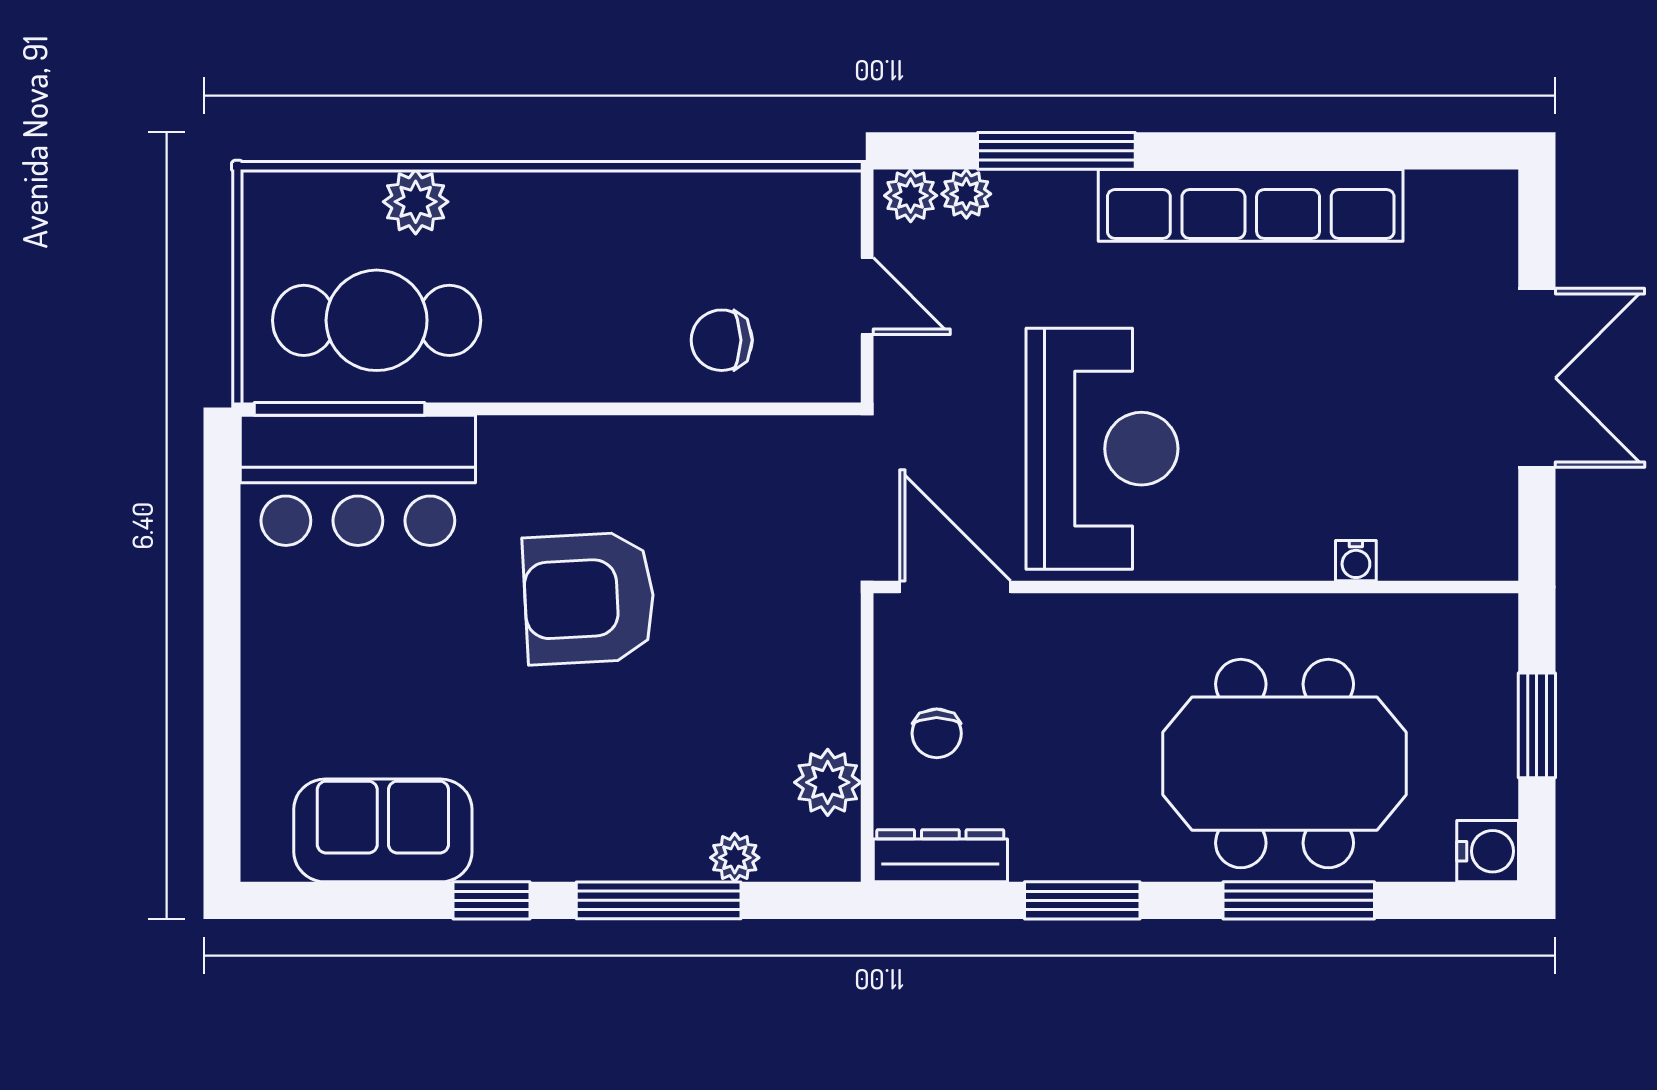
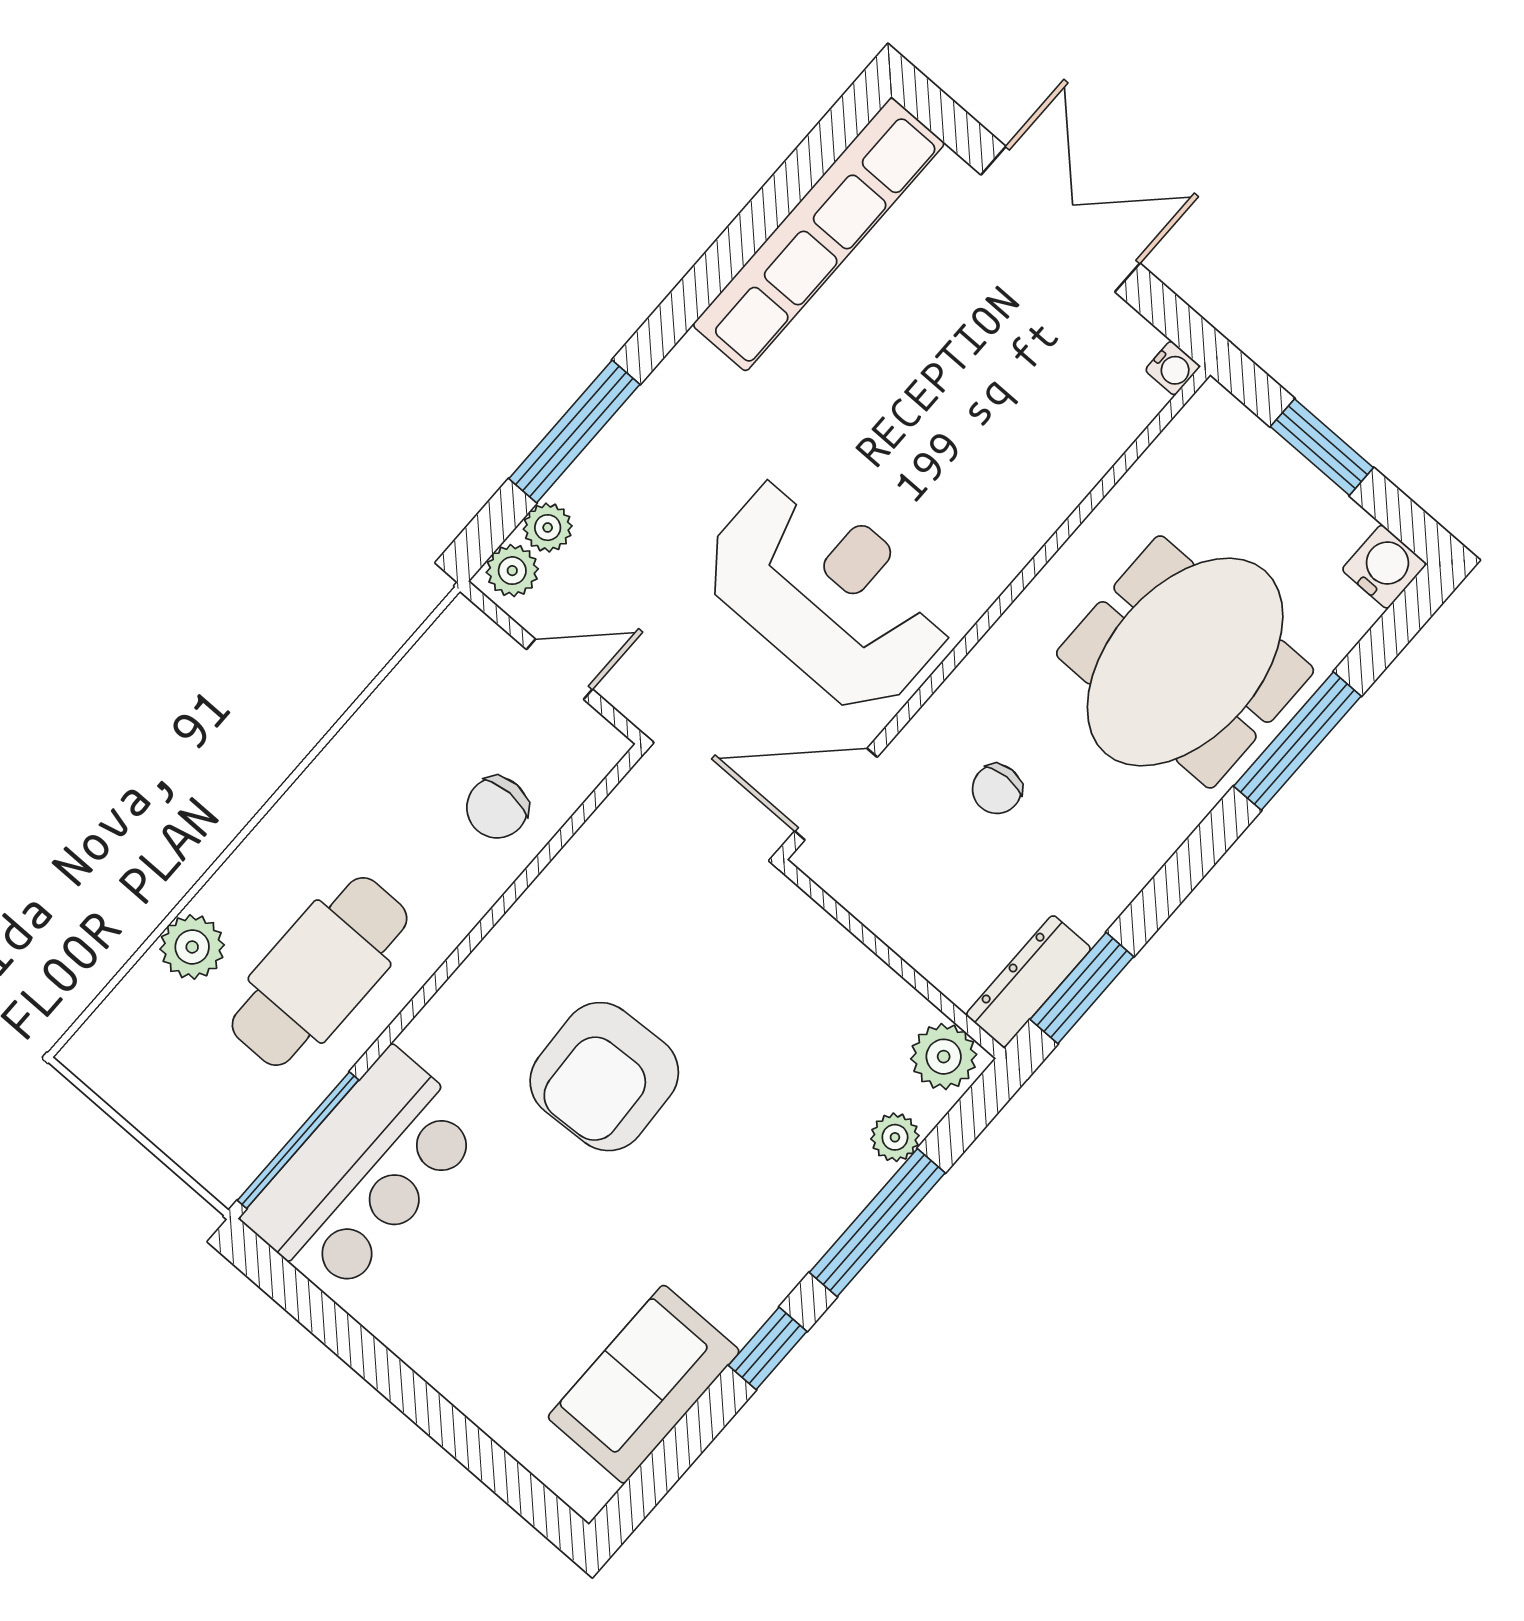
row of seats: (1251, 205) -> (819, 234), moved
cafe table: (377, 320) -> (320, 972), moved
water cooler: (1356, 561) -> (1173, 368), moved
chair: (937, 733) -> (997, 789), moved, turned 88
plant: (828, 782) -> (944, 1057), moved
window: (1082, 900) -> (1082, 988), moved

